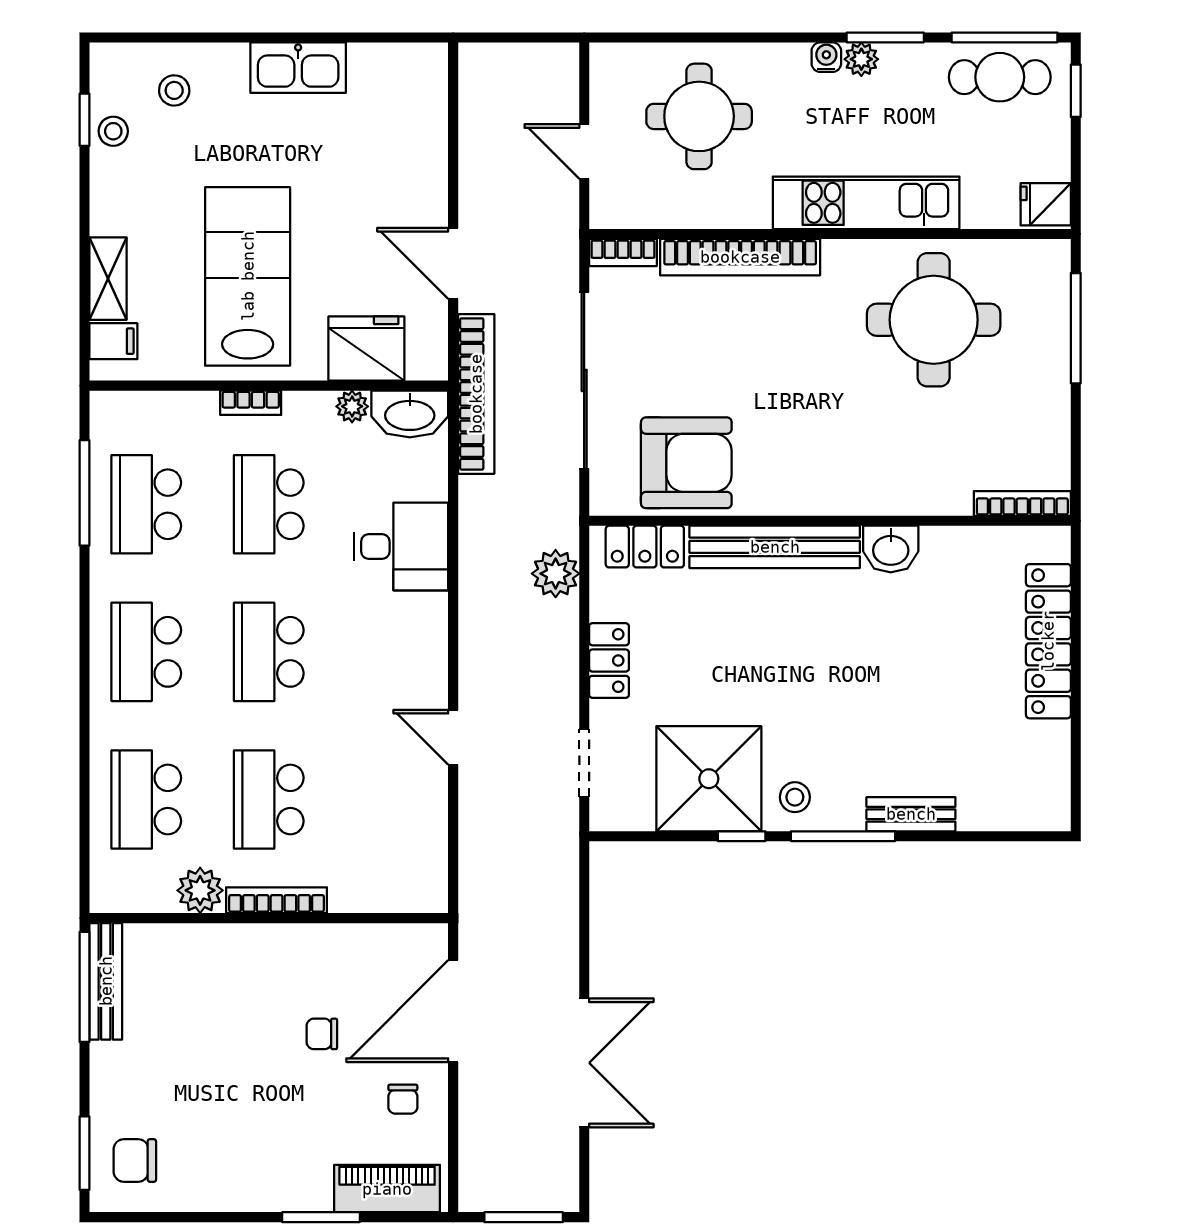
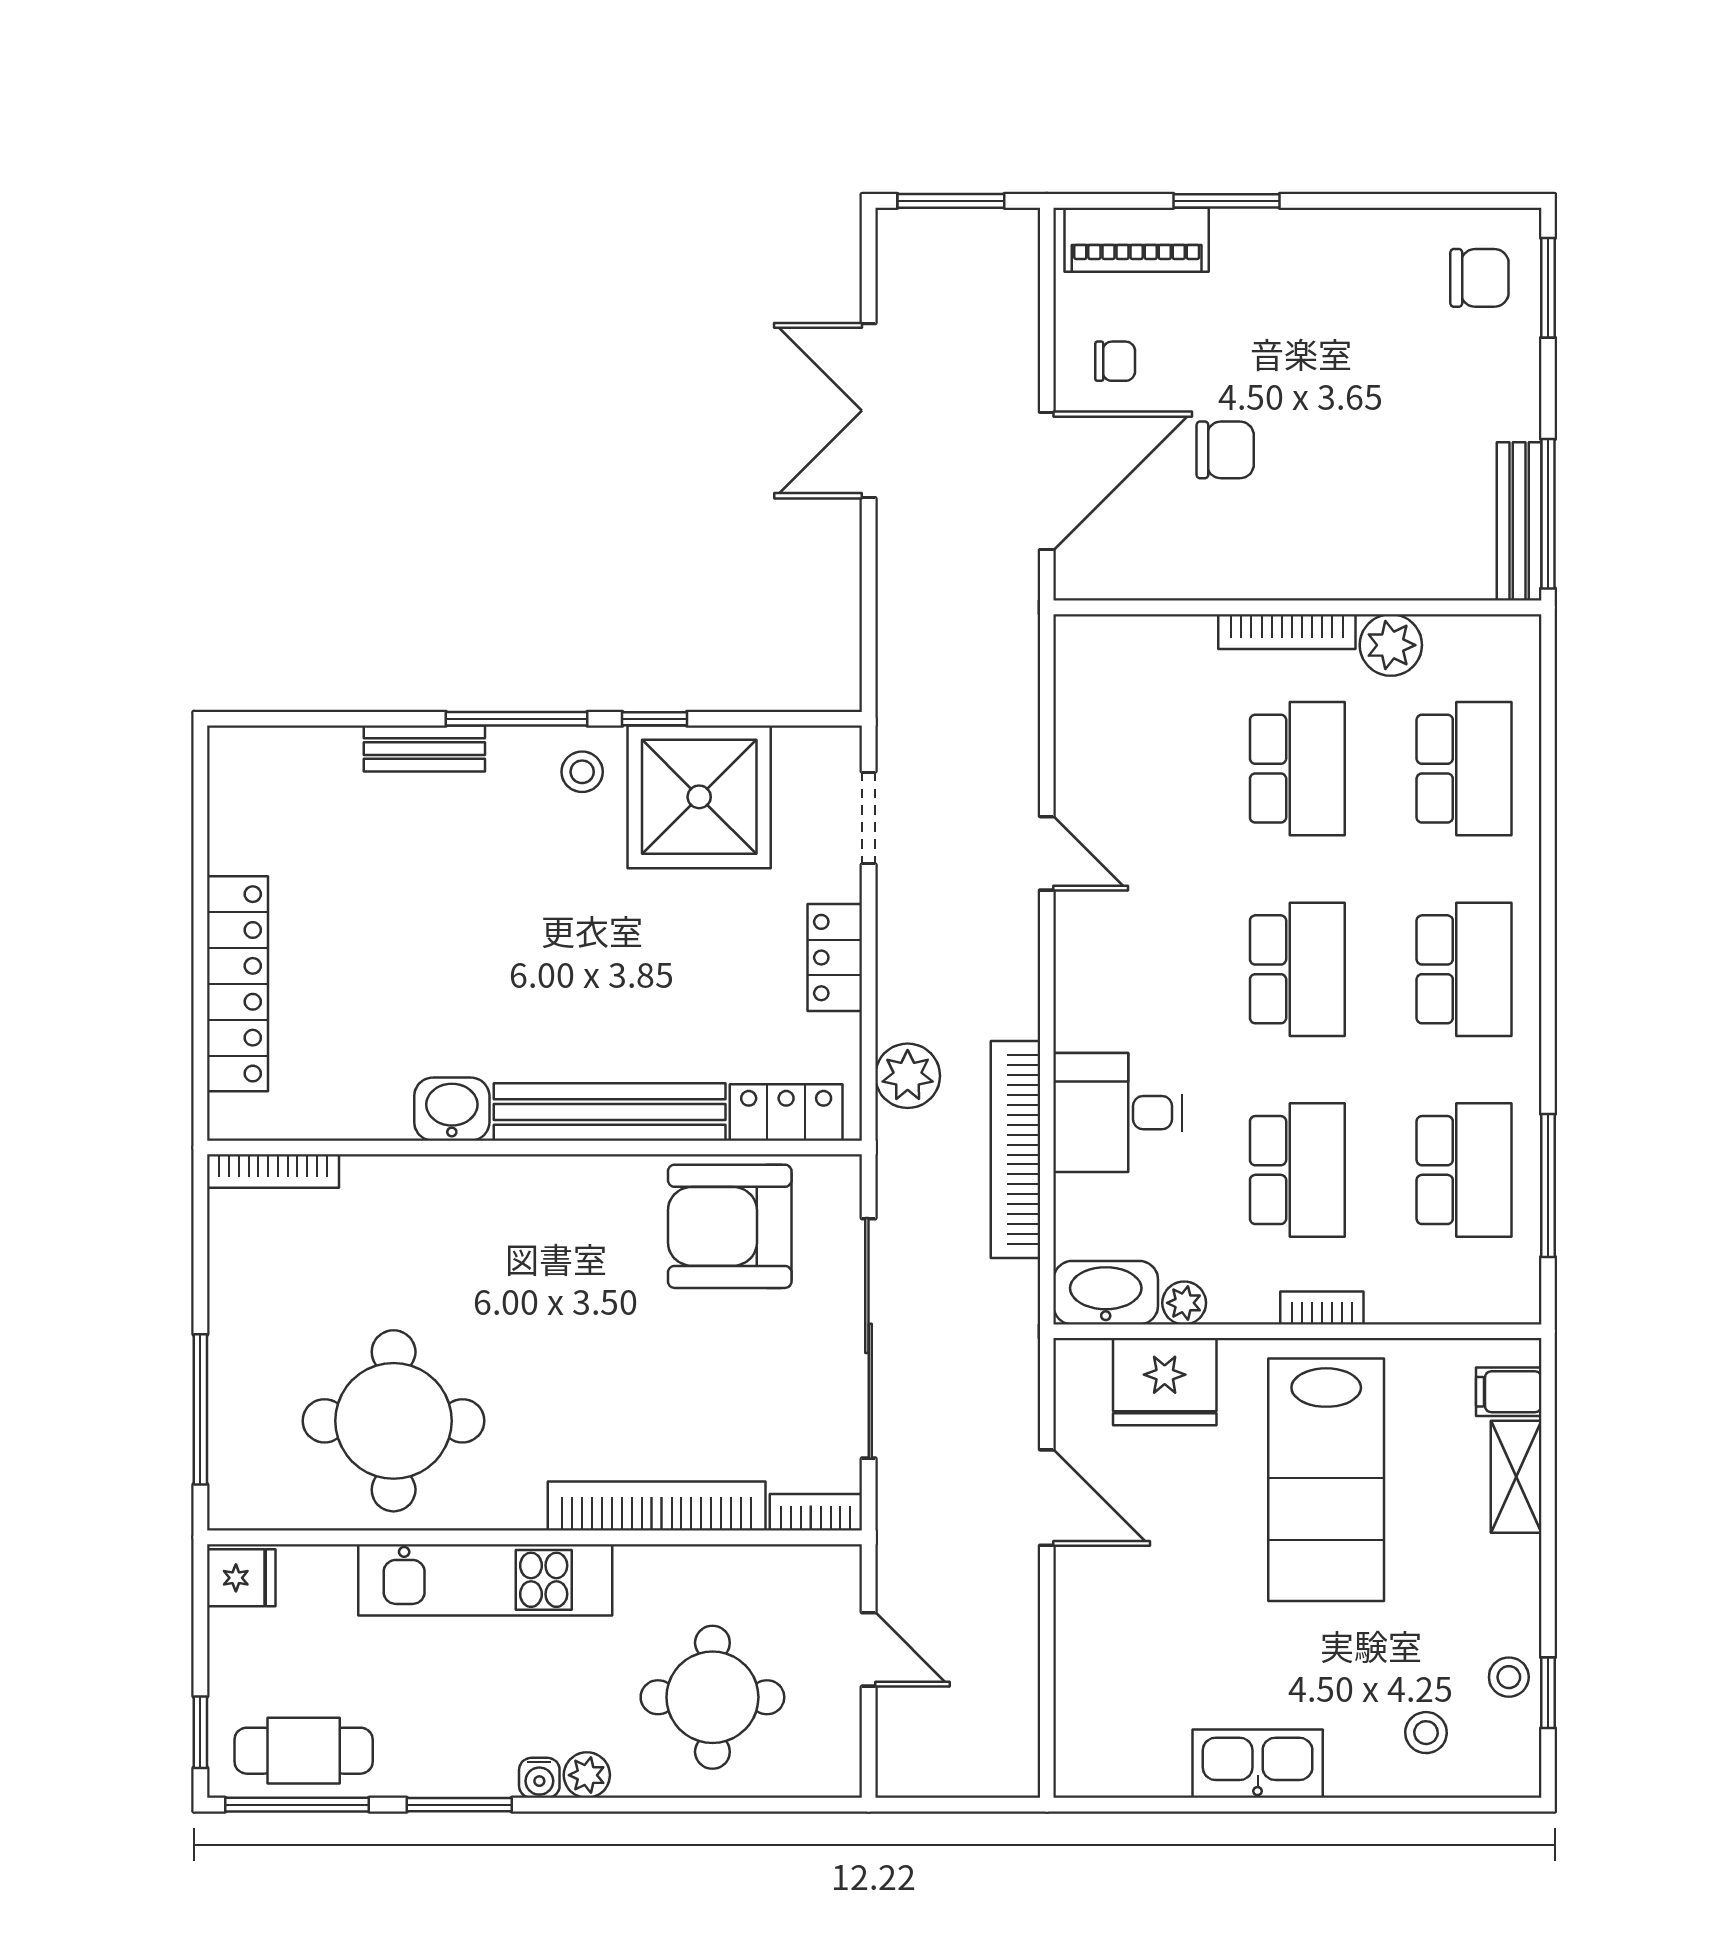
plant: (861, 59) -> (587, 1775), moved
bookcase: (476, 394) -> (1015, 1150), moved
chair: (322, 1034) -> (1225, 450), width x1.37, depth x1.37
chair: (403, 1099) -> (1115, 361), turned 90

